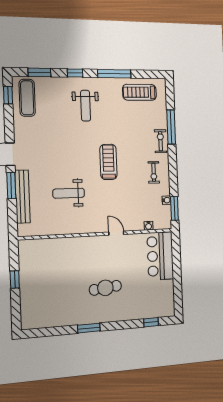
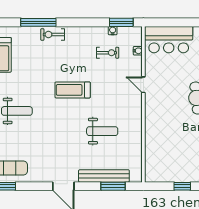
exercise bike: (154, 172) -> (108, 53), moved
window: (11, 186) -> (113, 186), moved
weight bench: (69, 193) -> (102, 131), turned -90
door: (116, 233) -> (143, 85), hinge flipped

